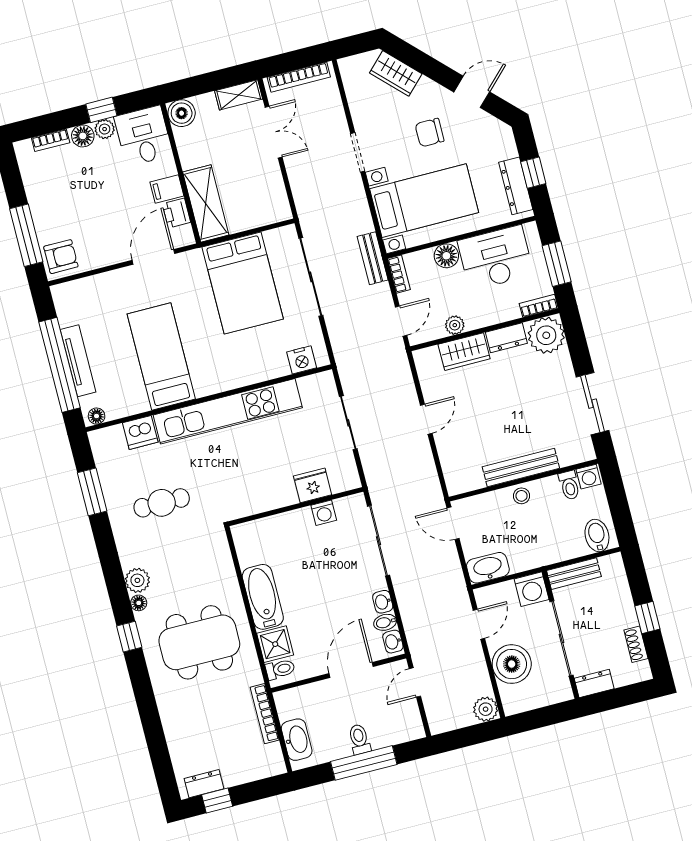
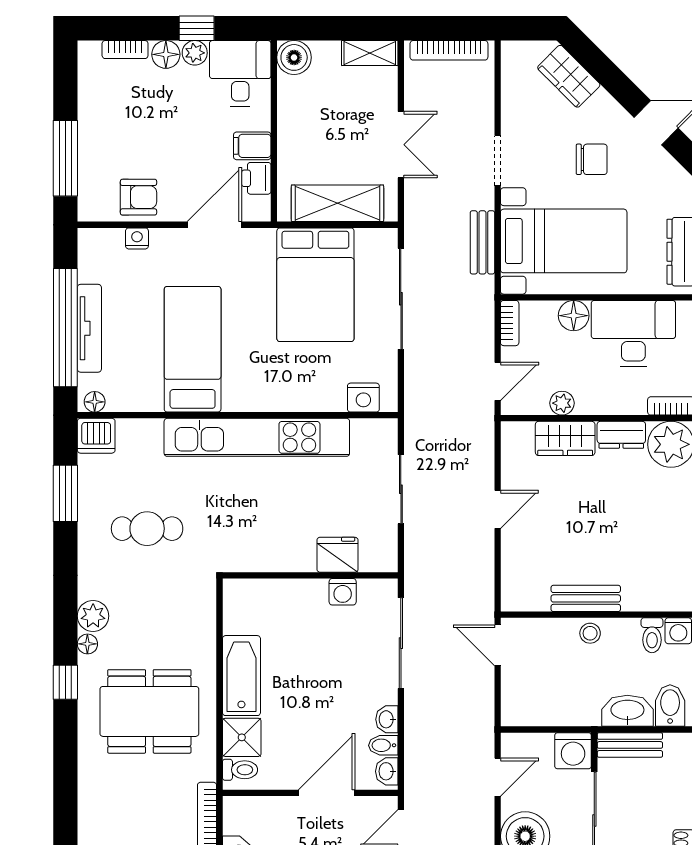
double door: (274, 132) -> (401, 145), moved
chair: (429, 133) -> (592, 159), turned 180
shelving: (206, 203) -> (337, 203), moved, turned 90
armchair: (61, 257) -> (138, 197), moved
bench: (373, 258) -> (482, 242), moved
nightstand: (97, 283) -> (137, 238), added
dishwasher: (140, 432) -> (96, 436), moved
bench: (521, 468) -> (586, 598), width x0.73
washbasin: (488, 568) -> (627, 711), moved

